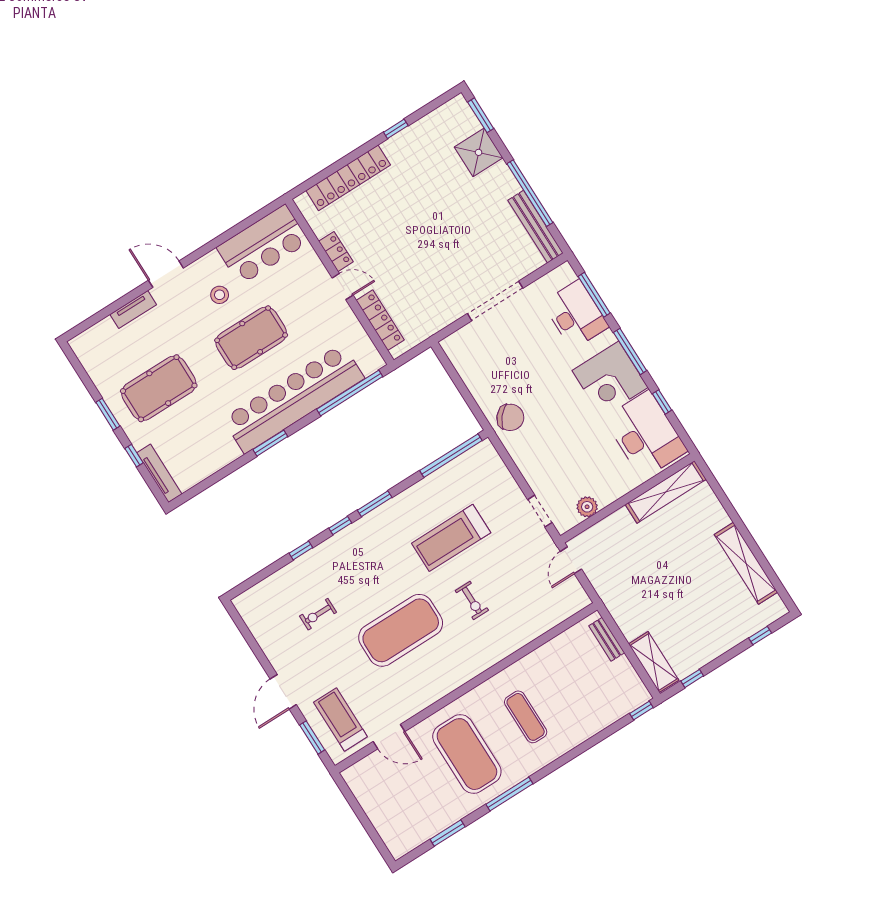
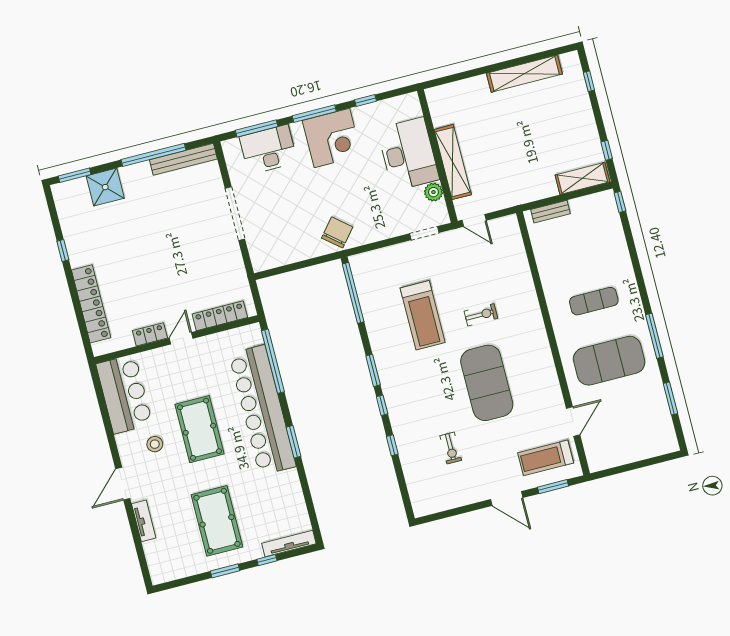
desk: (645, 435) -> (408, 154), moved, turned 90
shelving: (666, 492) -> (453, 162), moved

